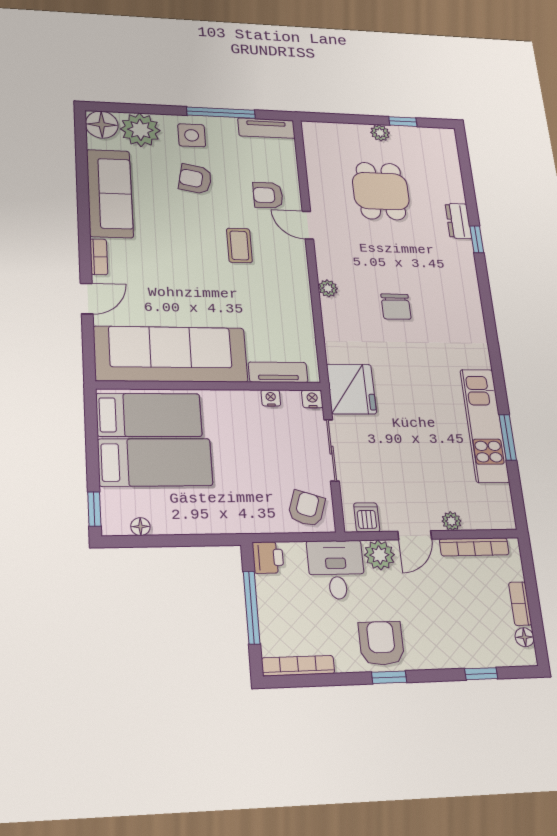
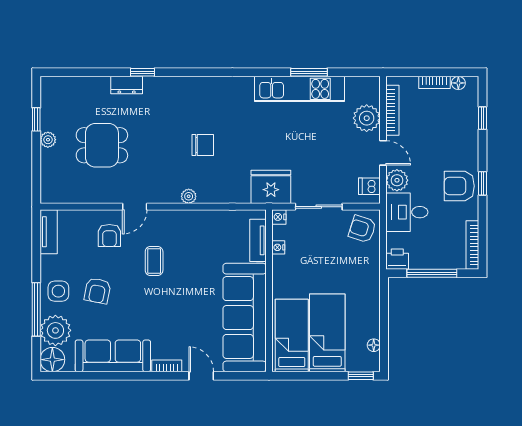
window: (221, 113) -> (36, 309), moved
coffee table: (239, 245) -> (154, 261), turned 90
plant: (451, 521) -> (367, 118), width x1.88, depth x1.88

